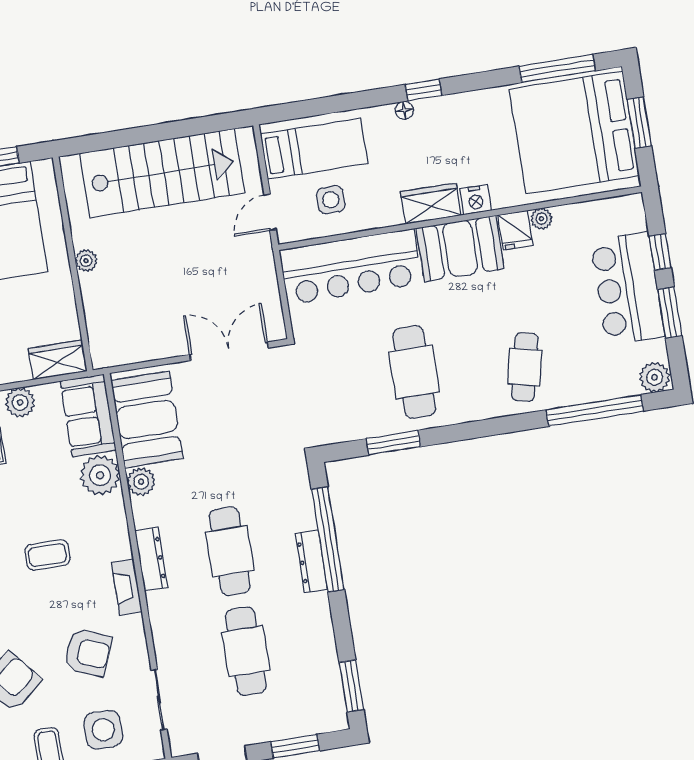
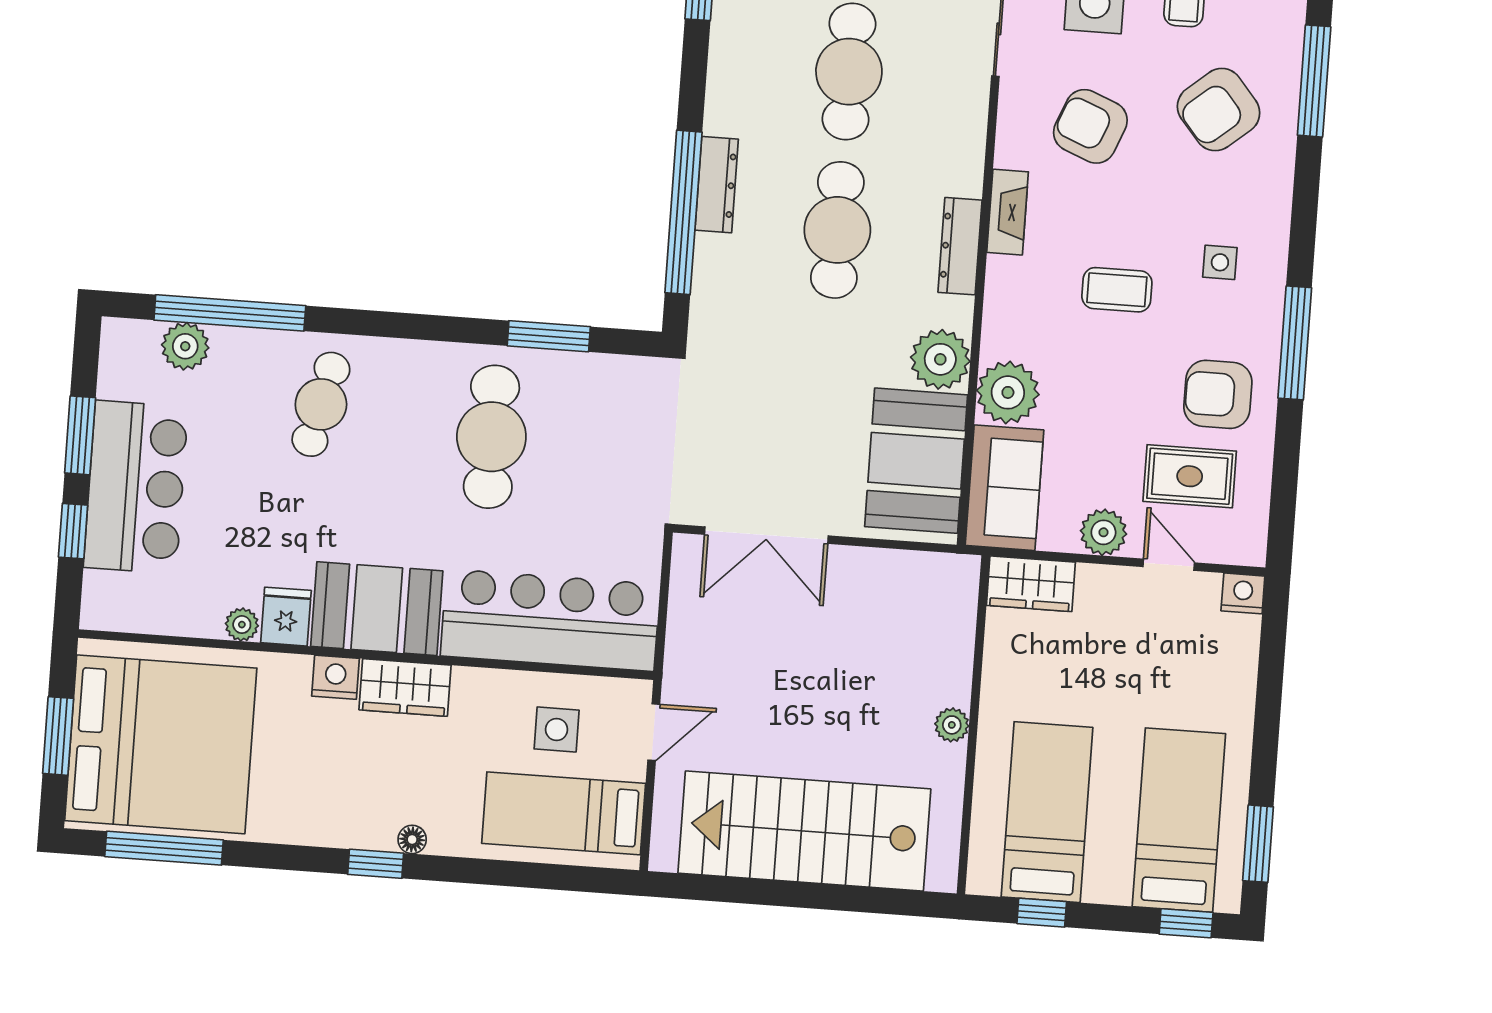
plant: (655, 377) -> (185, 346), moved
plant: (141, 482) -> (940, 359), width x1.36, depth x1.36

